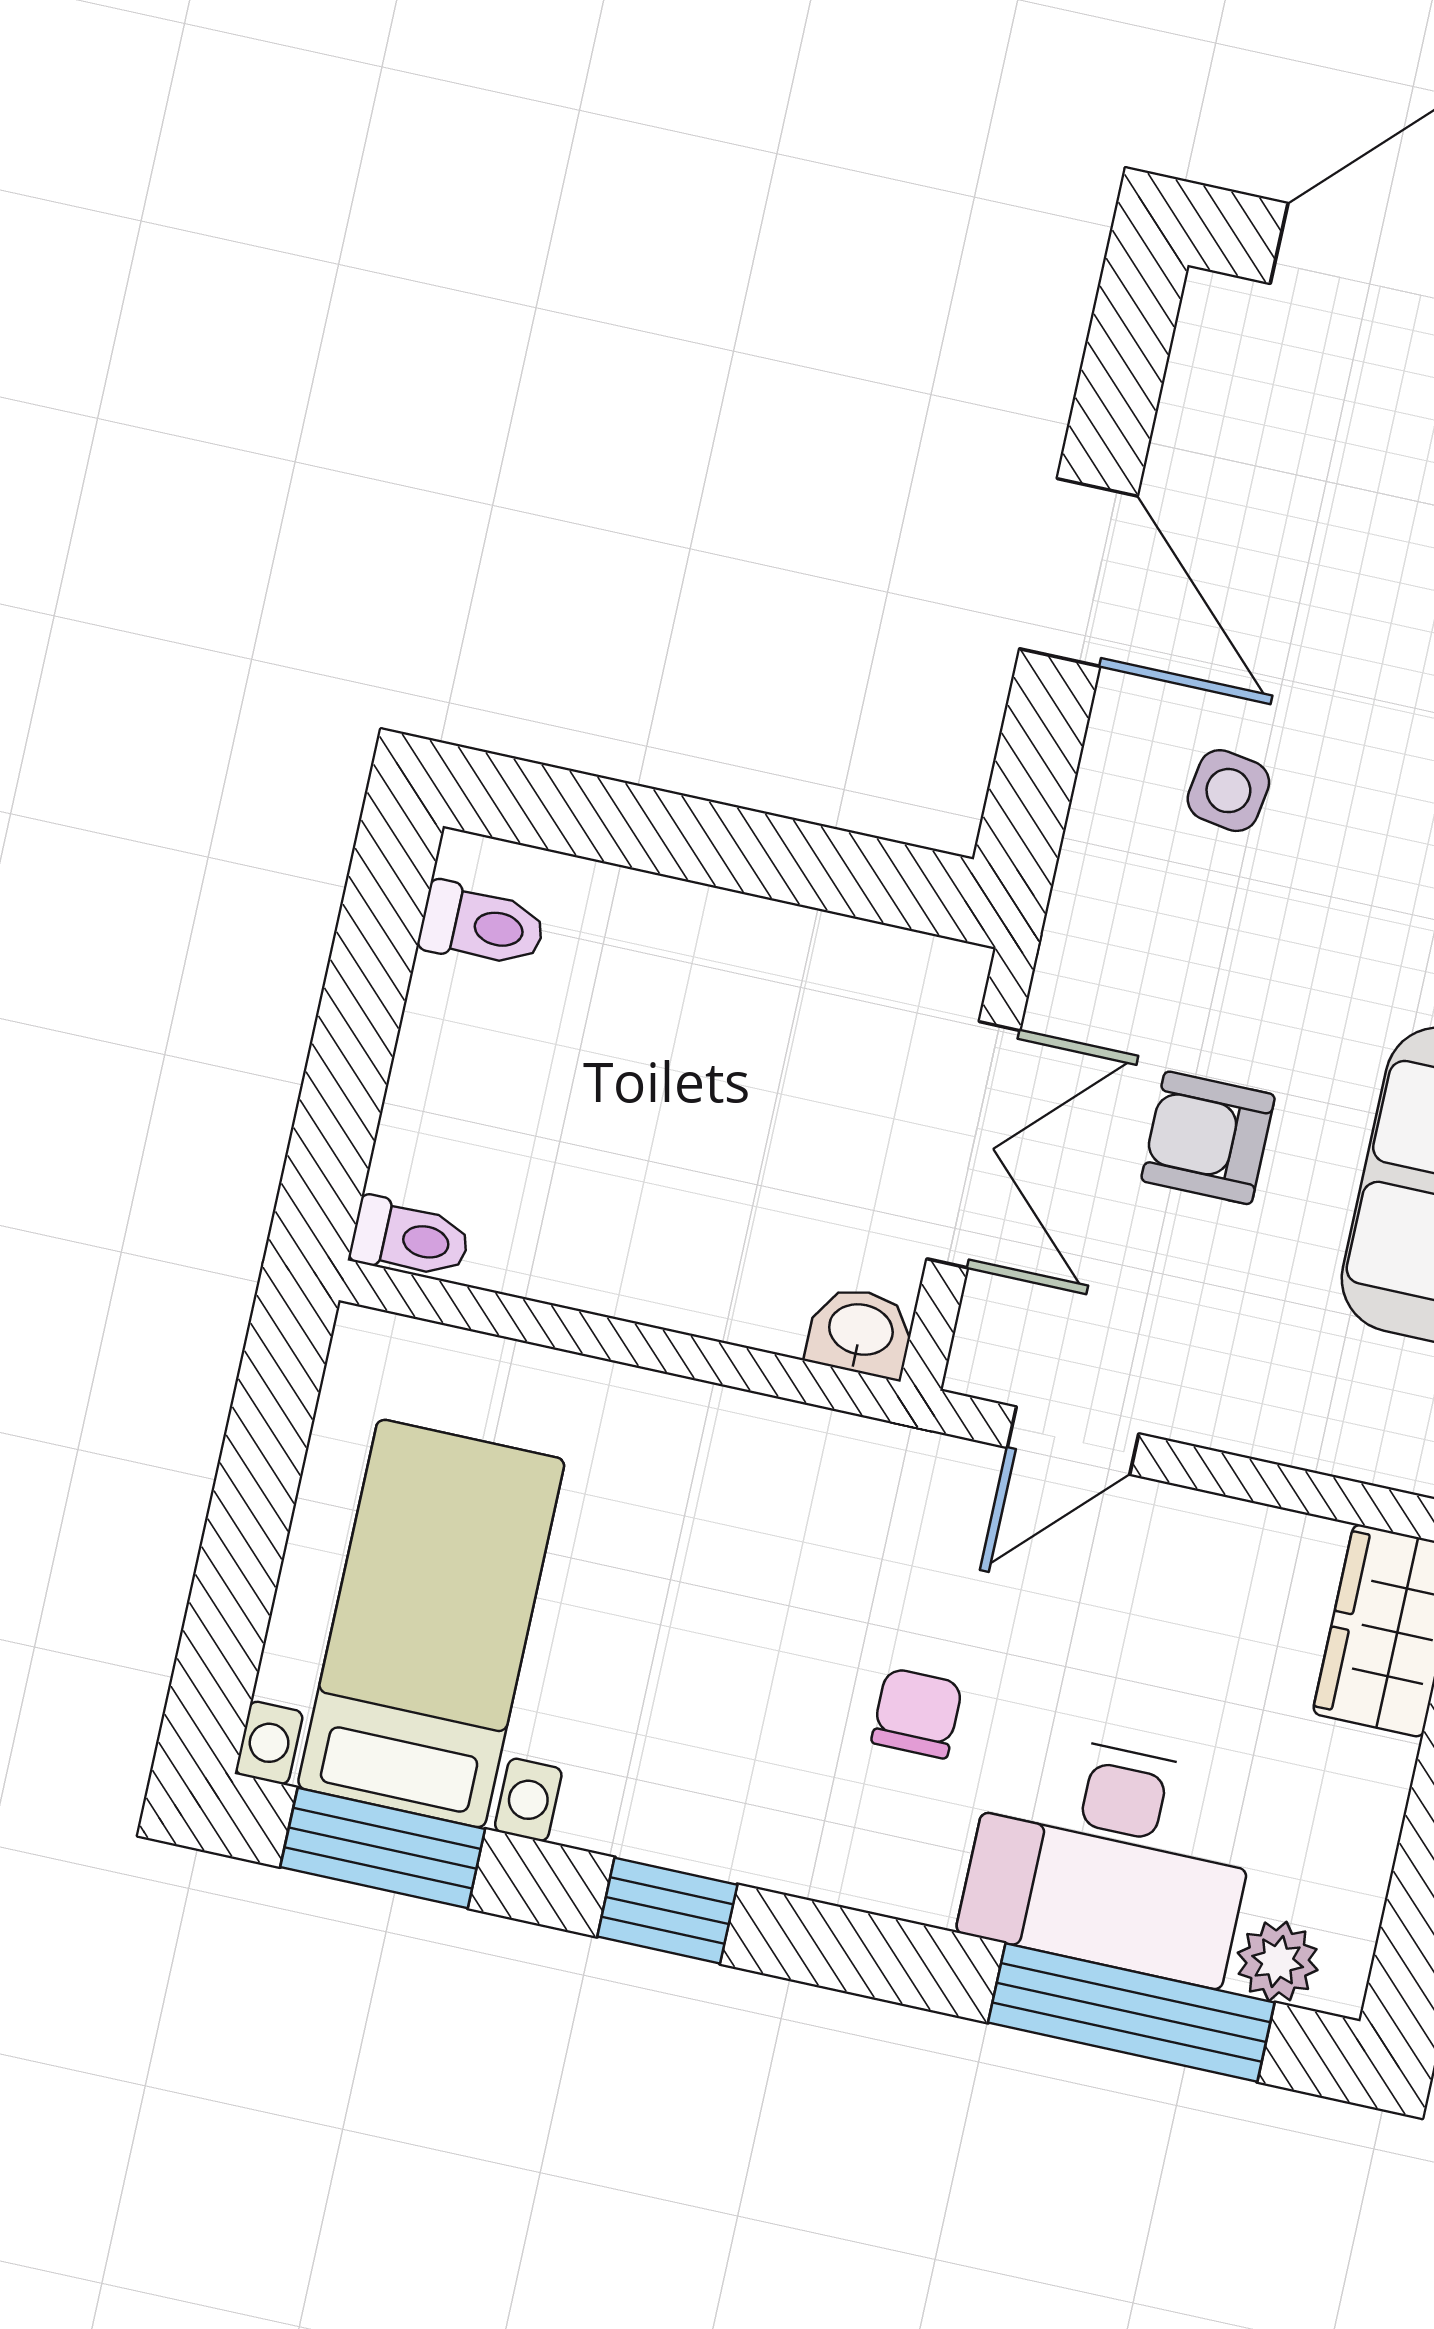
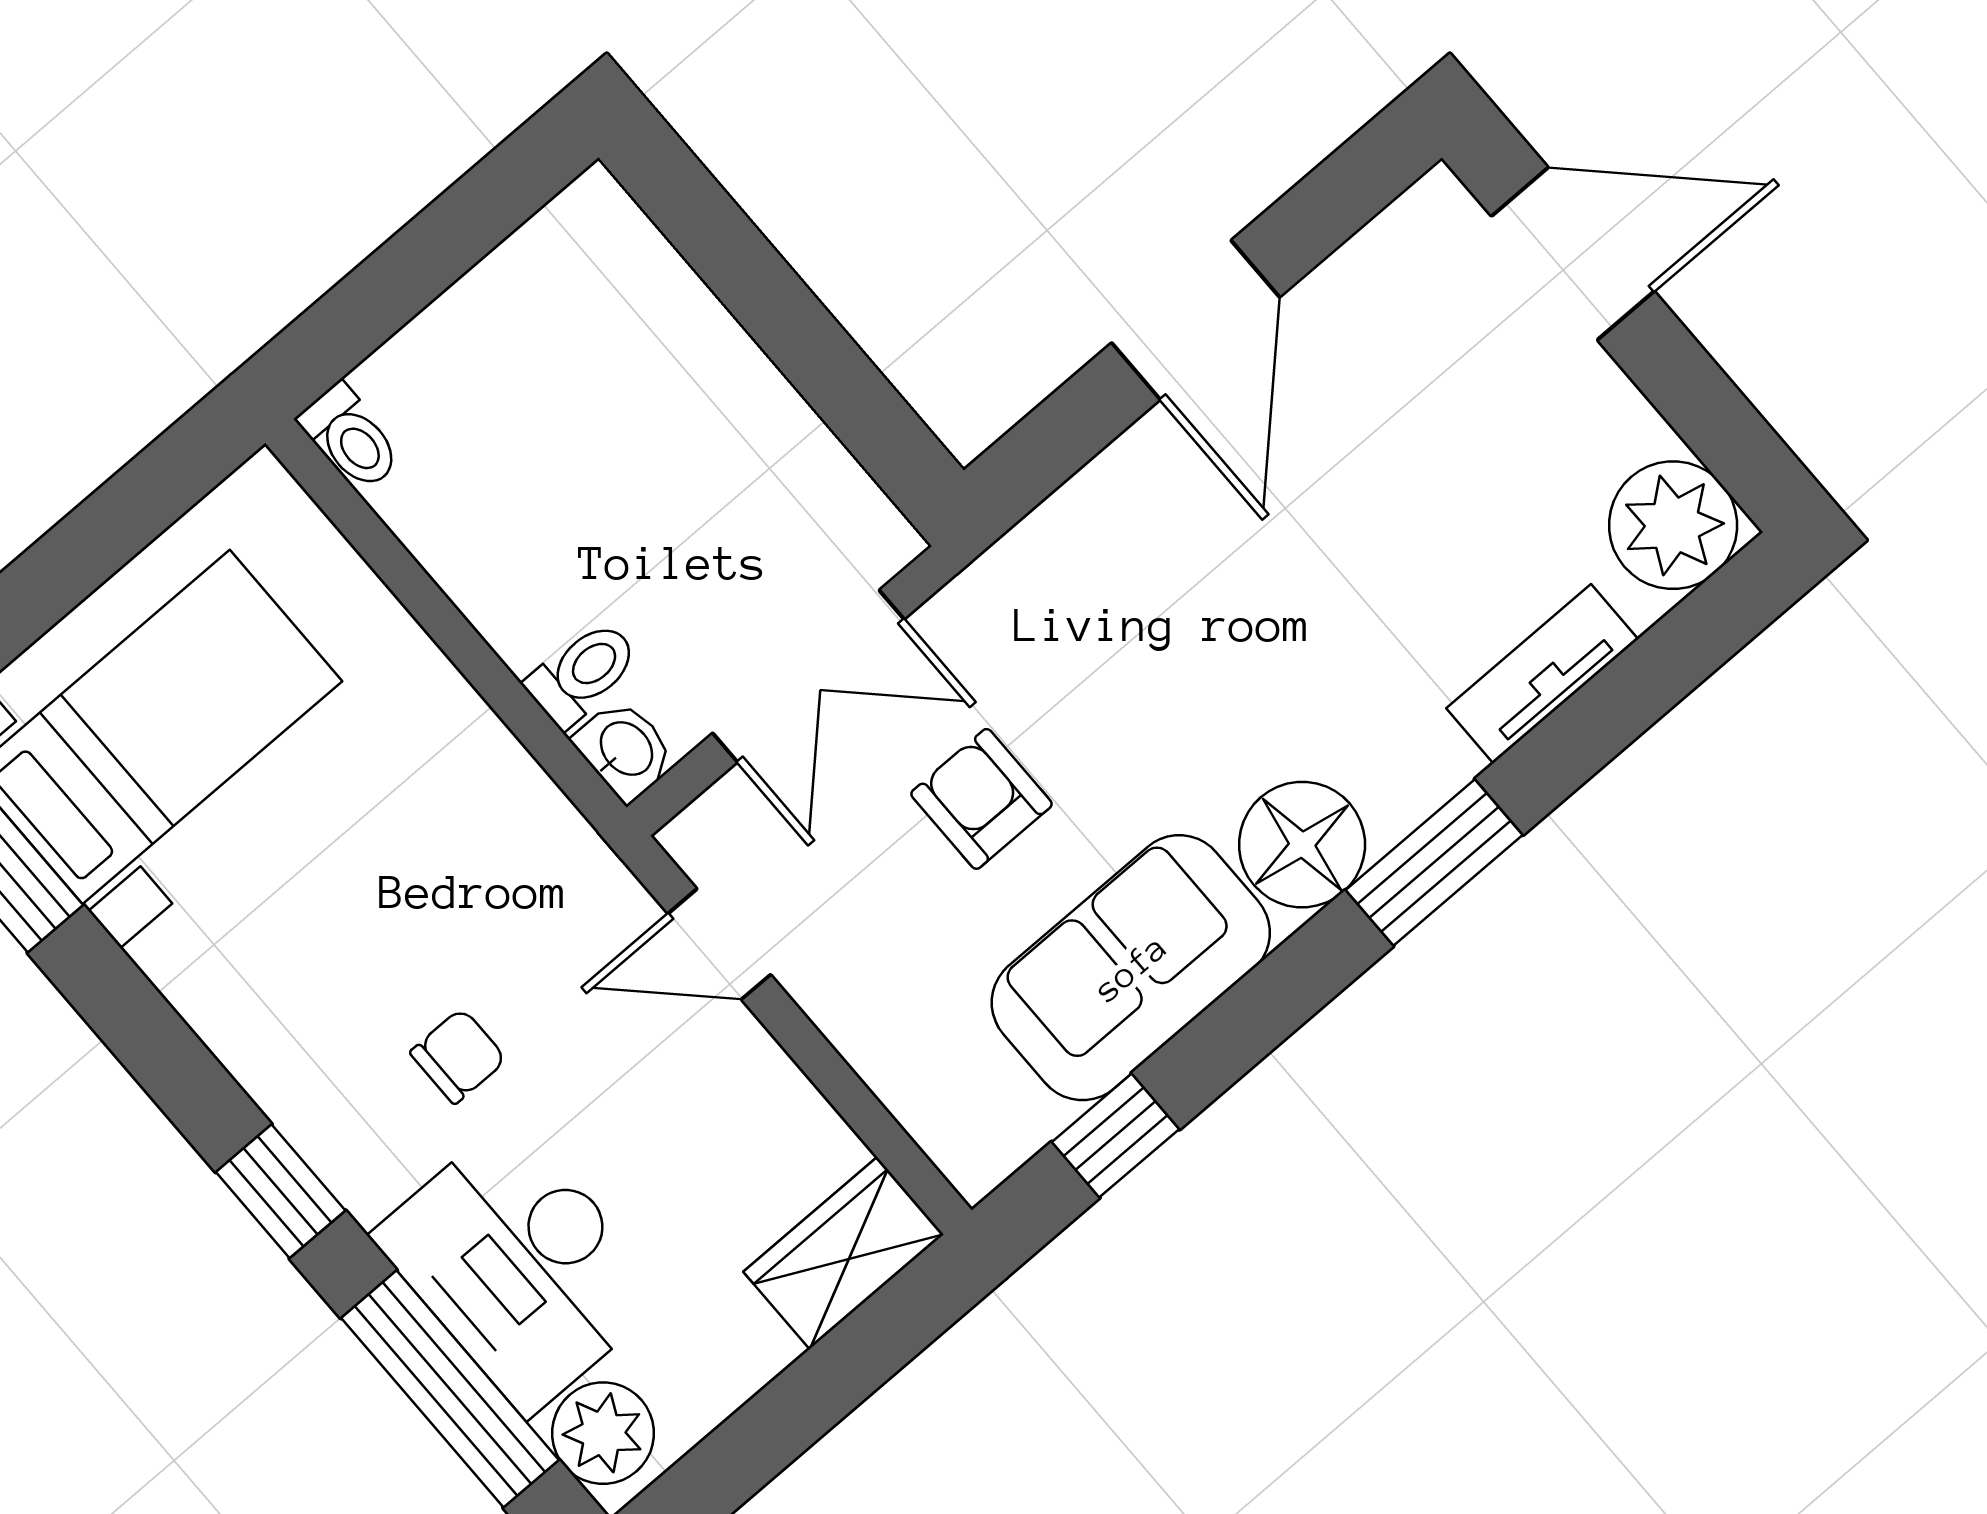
side table: (1228, 791) -> (1185, 559), removed
toilet: (482, 926) -> (583, 673), moved, turned -90
window: (667, 1911) -> (281, 1191), moved
plant: (1278, 1961) -> (603, 1433), width x1.38, depth x1.38

